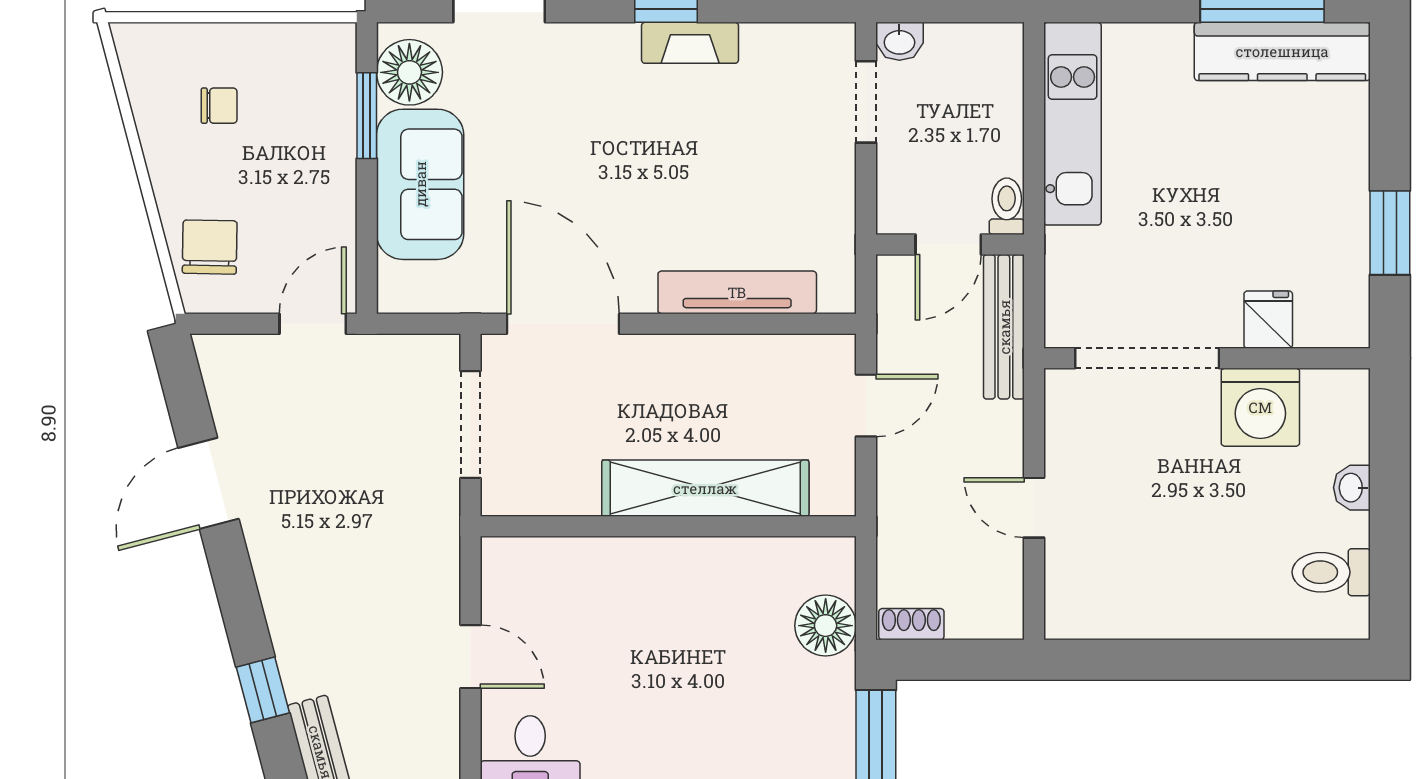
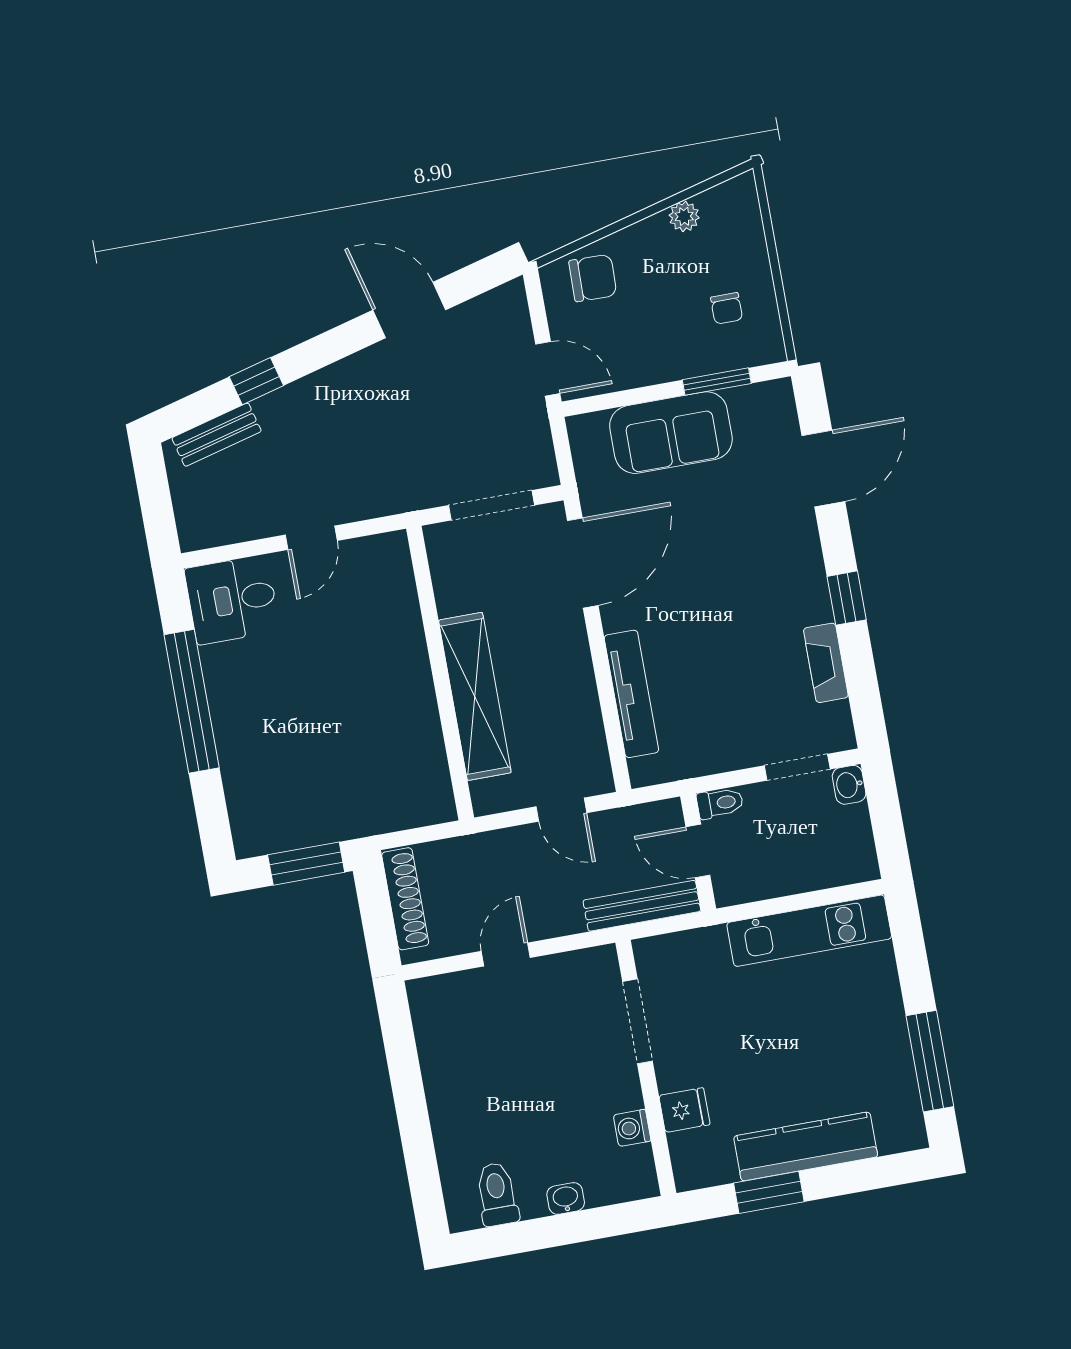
fireplace: (690, 43) -> (826, 663), moved
kitchen counter: (1282, 51) -> (806, 1146), moved, turned 90
floor lamp: (409, 72) -> (756, 409), removed
chair: (219, 106) -> (727, 308), moved
plant: (153, 119) -> (684, 216), added
toilet: (1007, 206) -> (720, 803), moved
doorway: (1147, 358) -> (637, 1021), width x0.73
washing machine: (1260, 407) -> (632, 1128), width x0.53, depth x0.53
shoe rack: (911, 624) -> (405, 899), width x1.94, depth x1.24
floor lamp: (826, 626) -> (385, 809), removed

